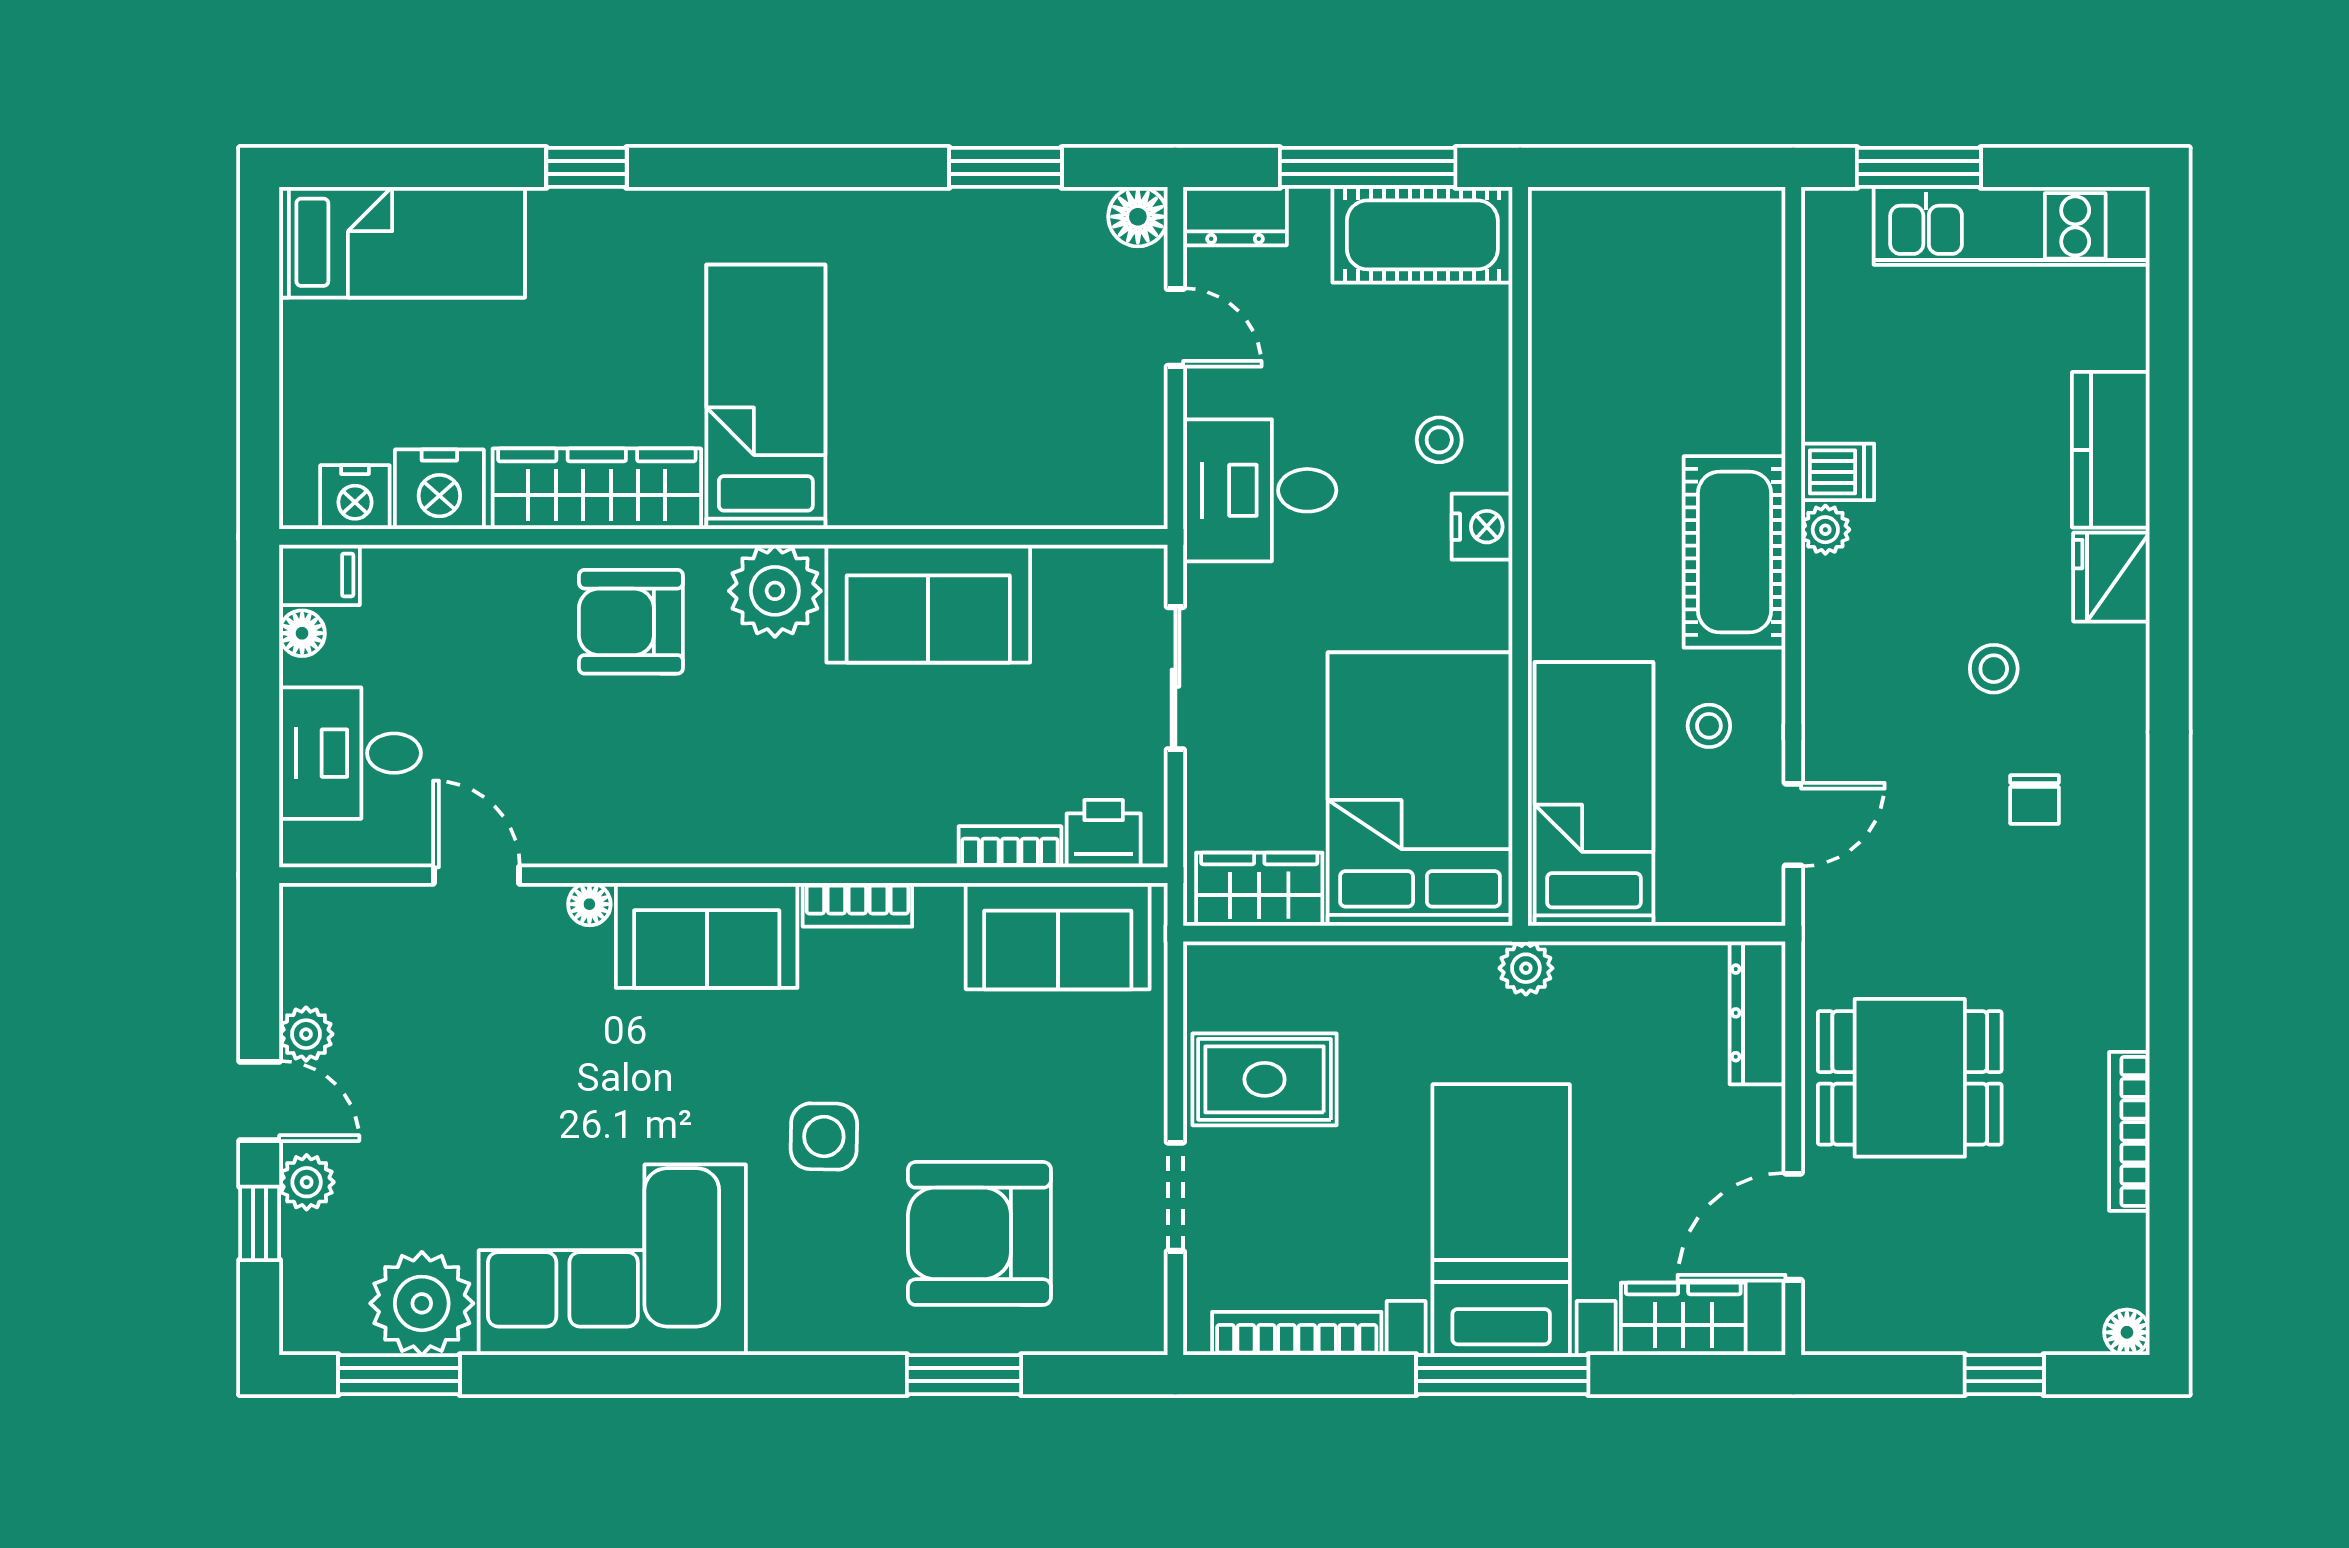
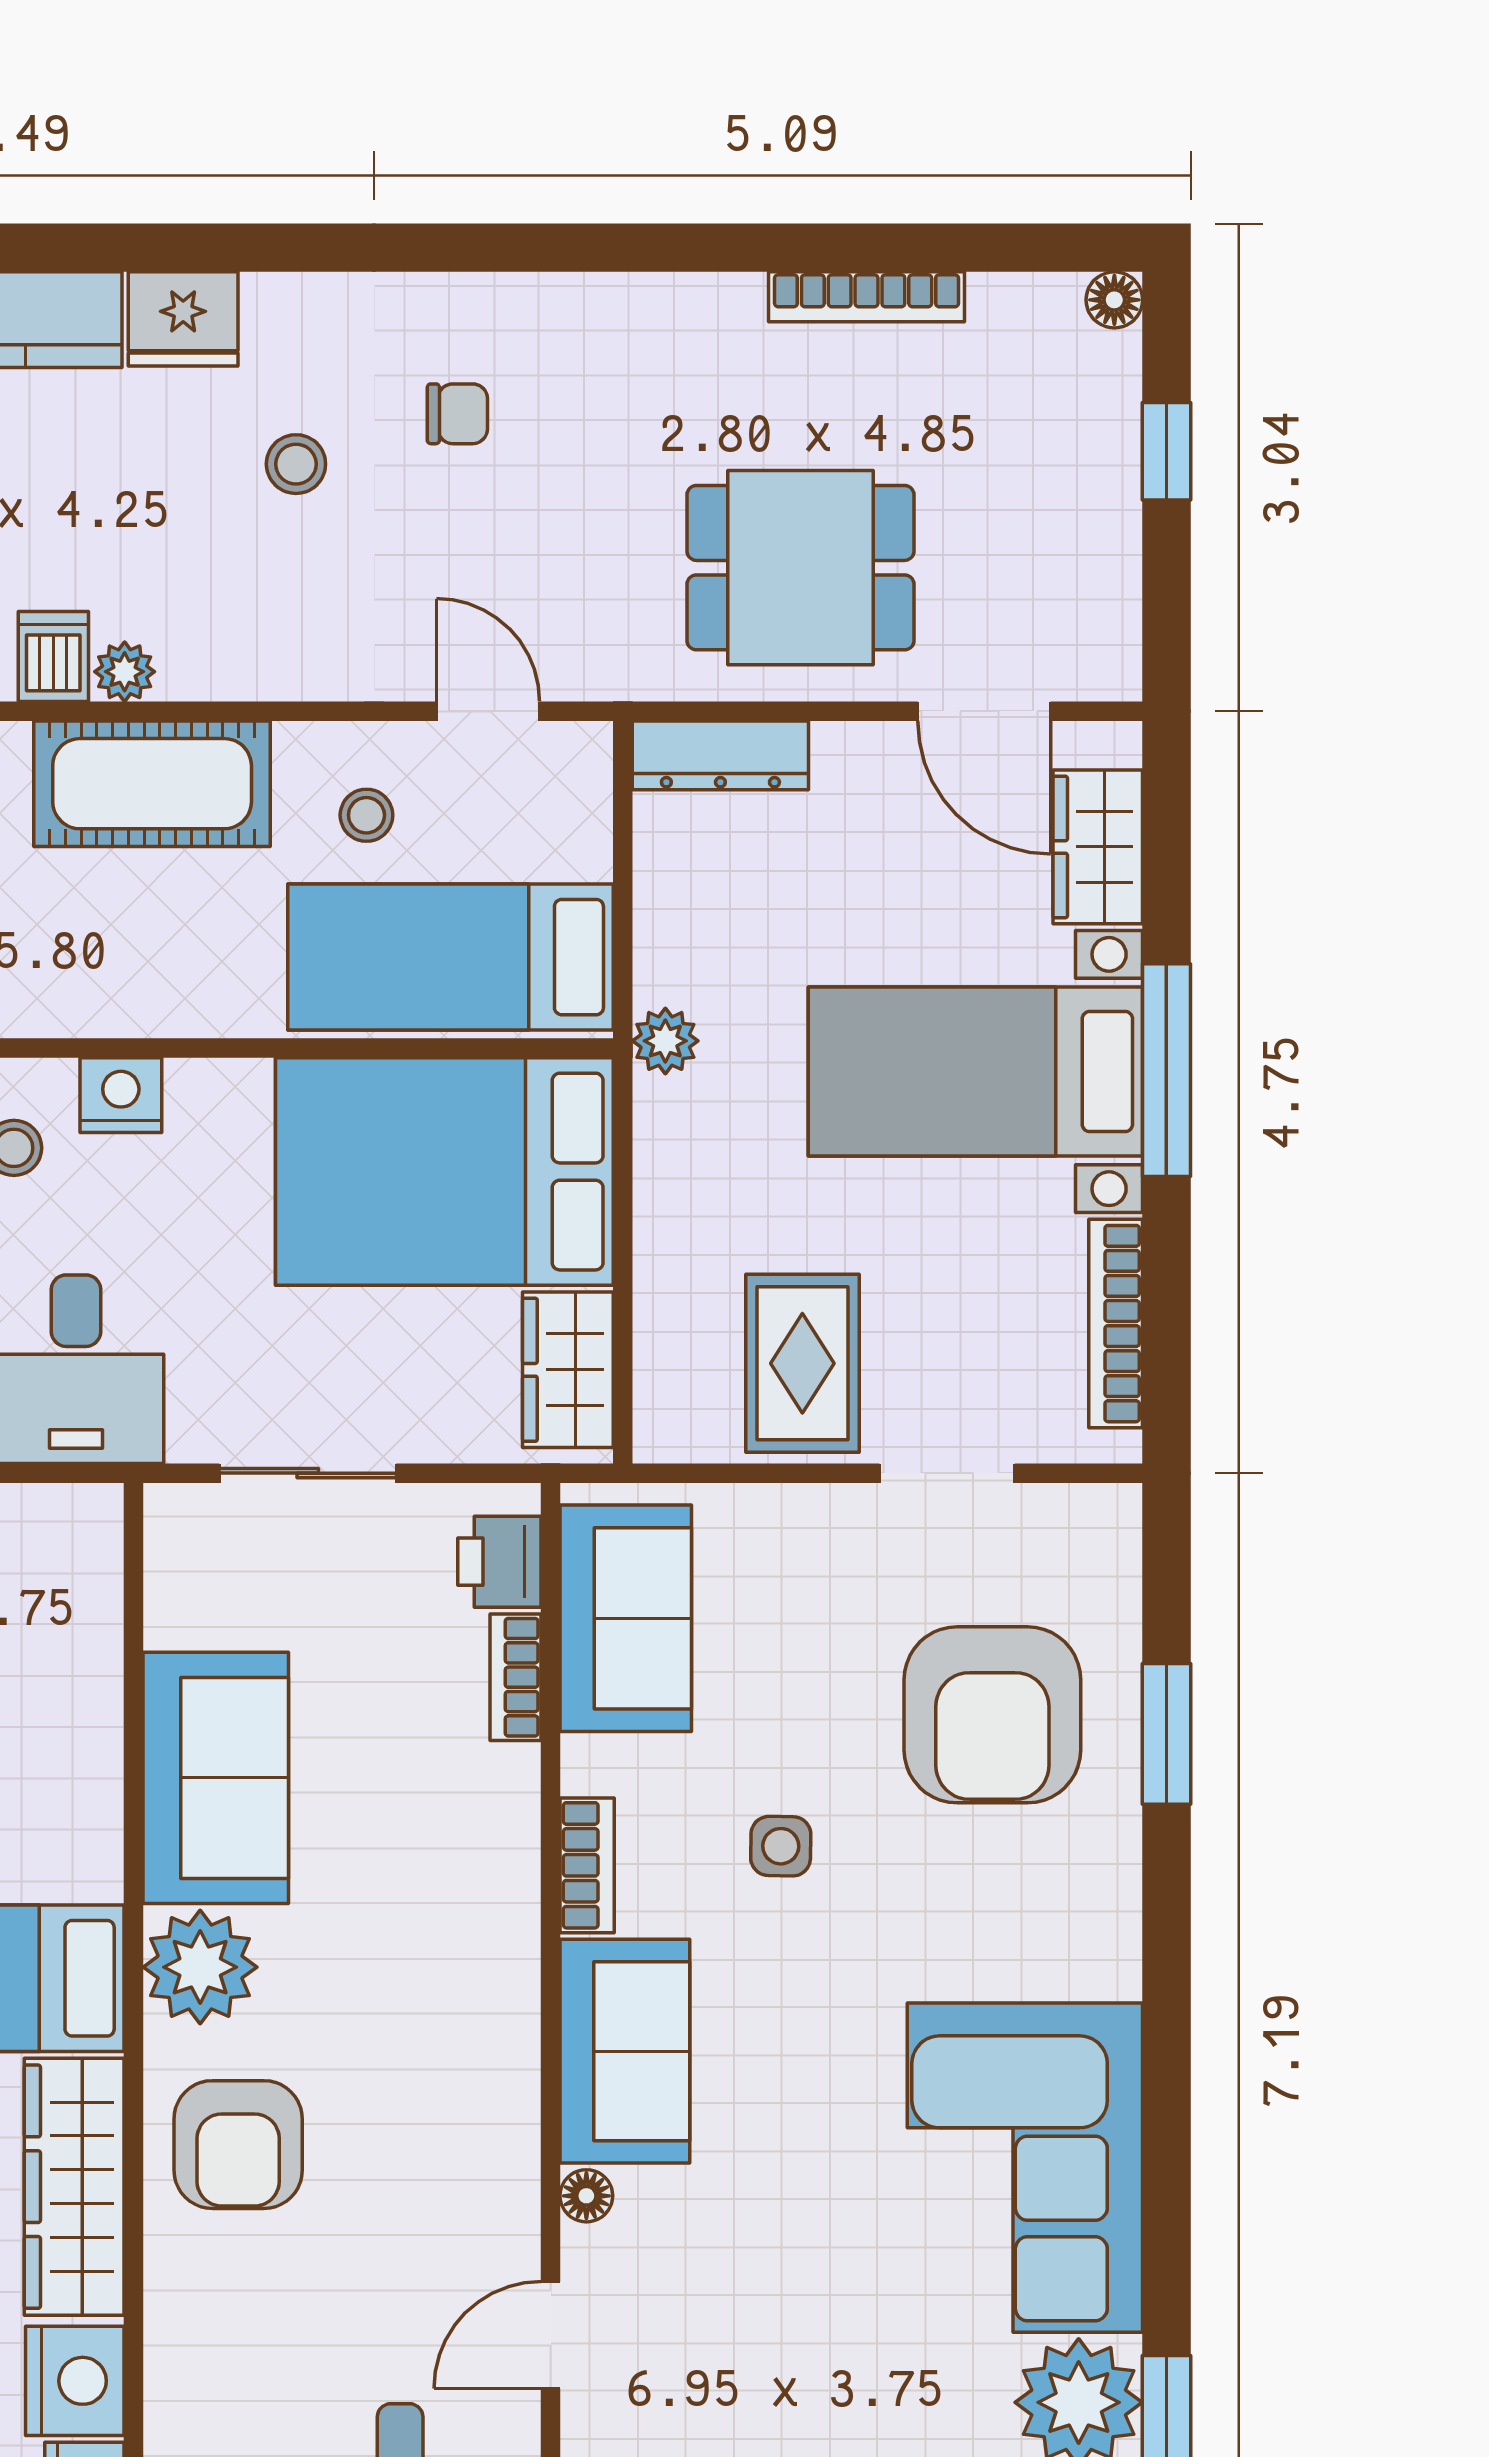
dining table: (1910, 1078) -> (801, 568), turned 90
side table: (824, 1136) -> (781, 1846), moved, width x0.73, depth x0.73

